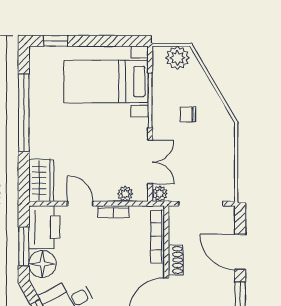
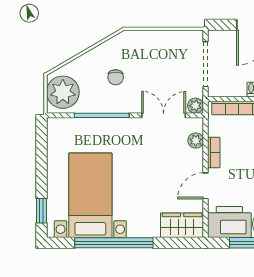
plant: (177, 58) -> (63, 92), width x1.36, depth x1.36
bed with nightstands: (106, 81) -> (90, 195), moved, turned 180

